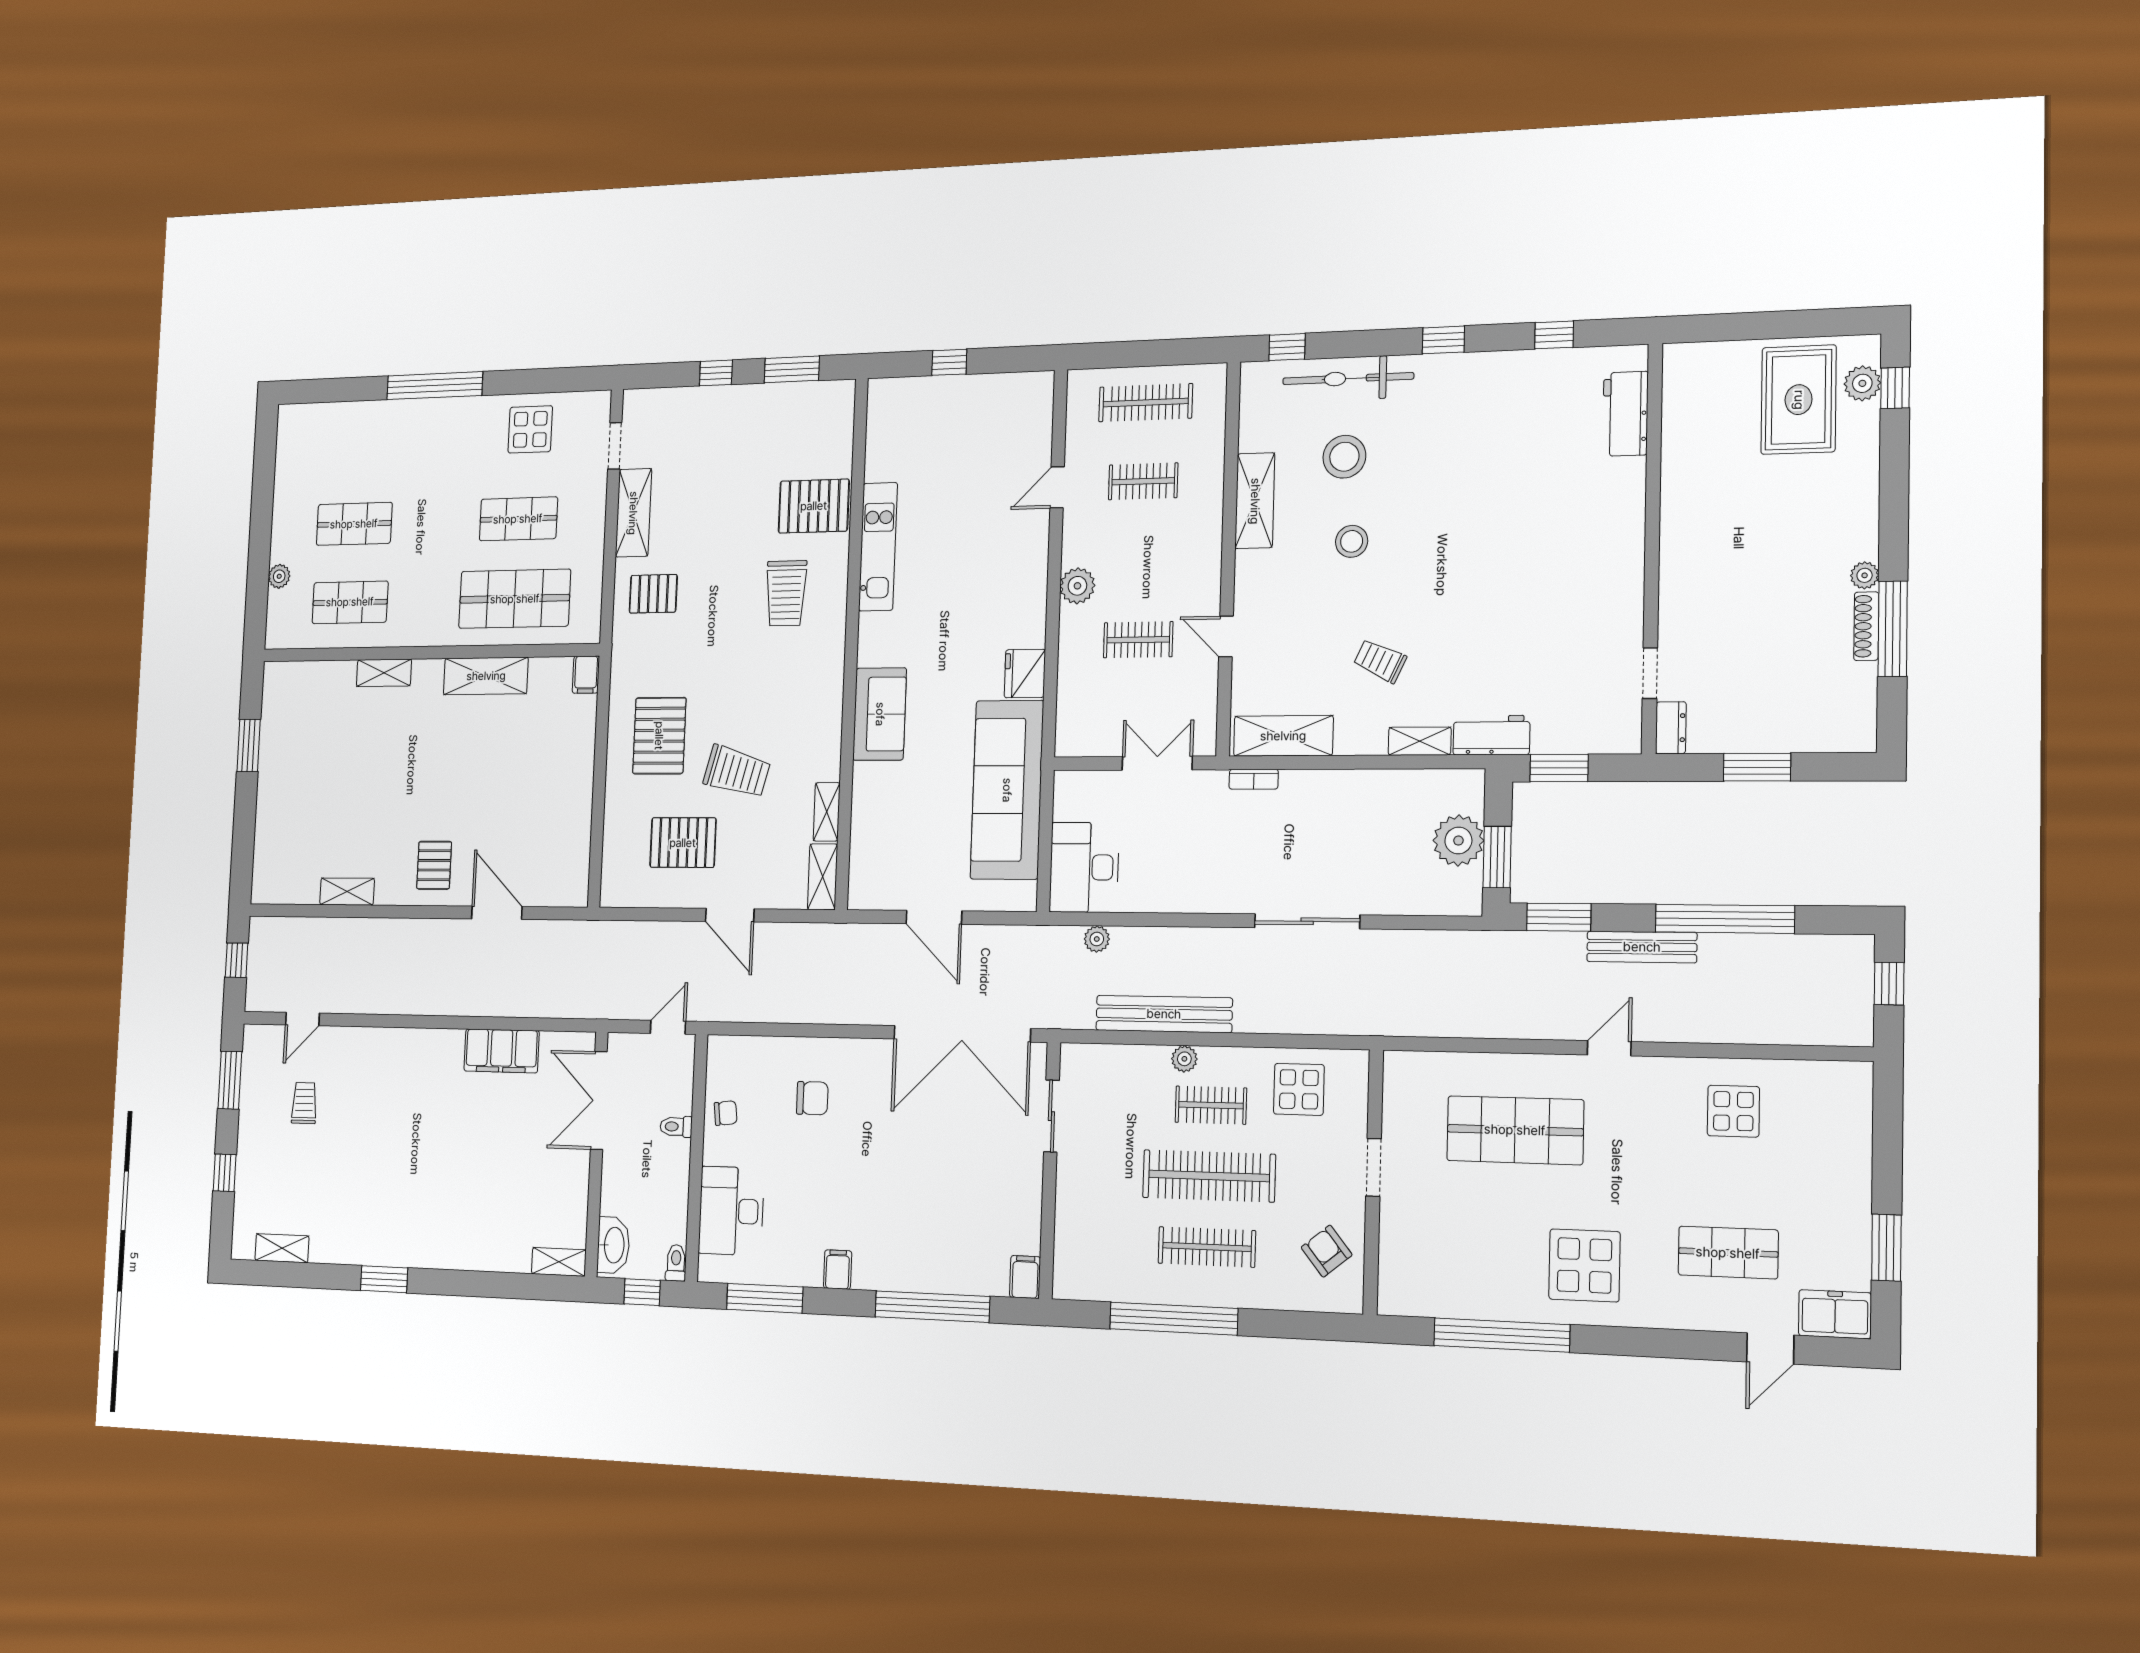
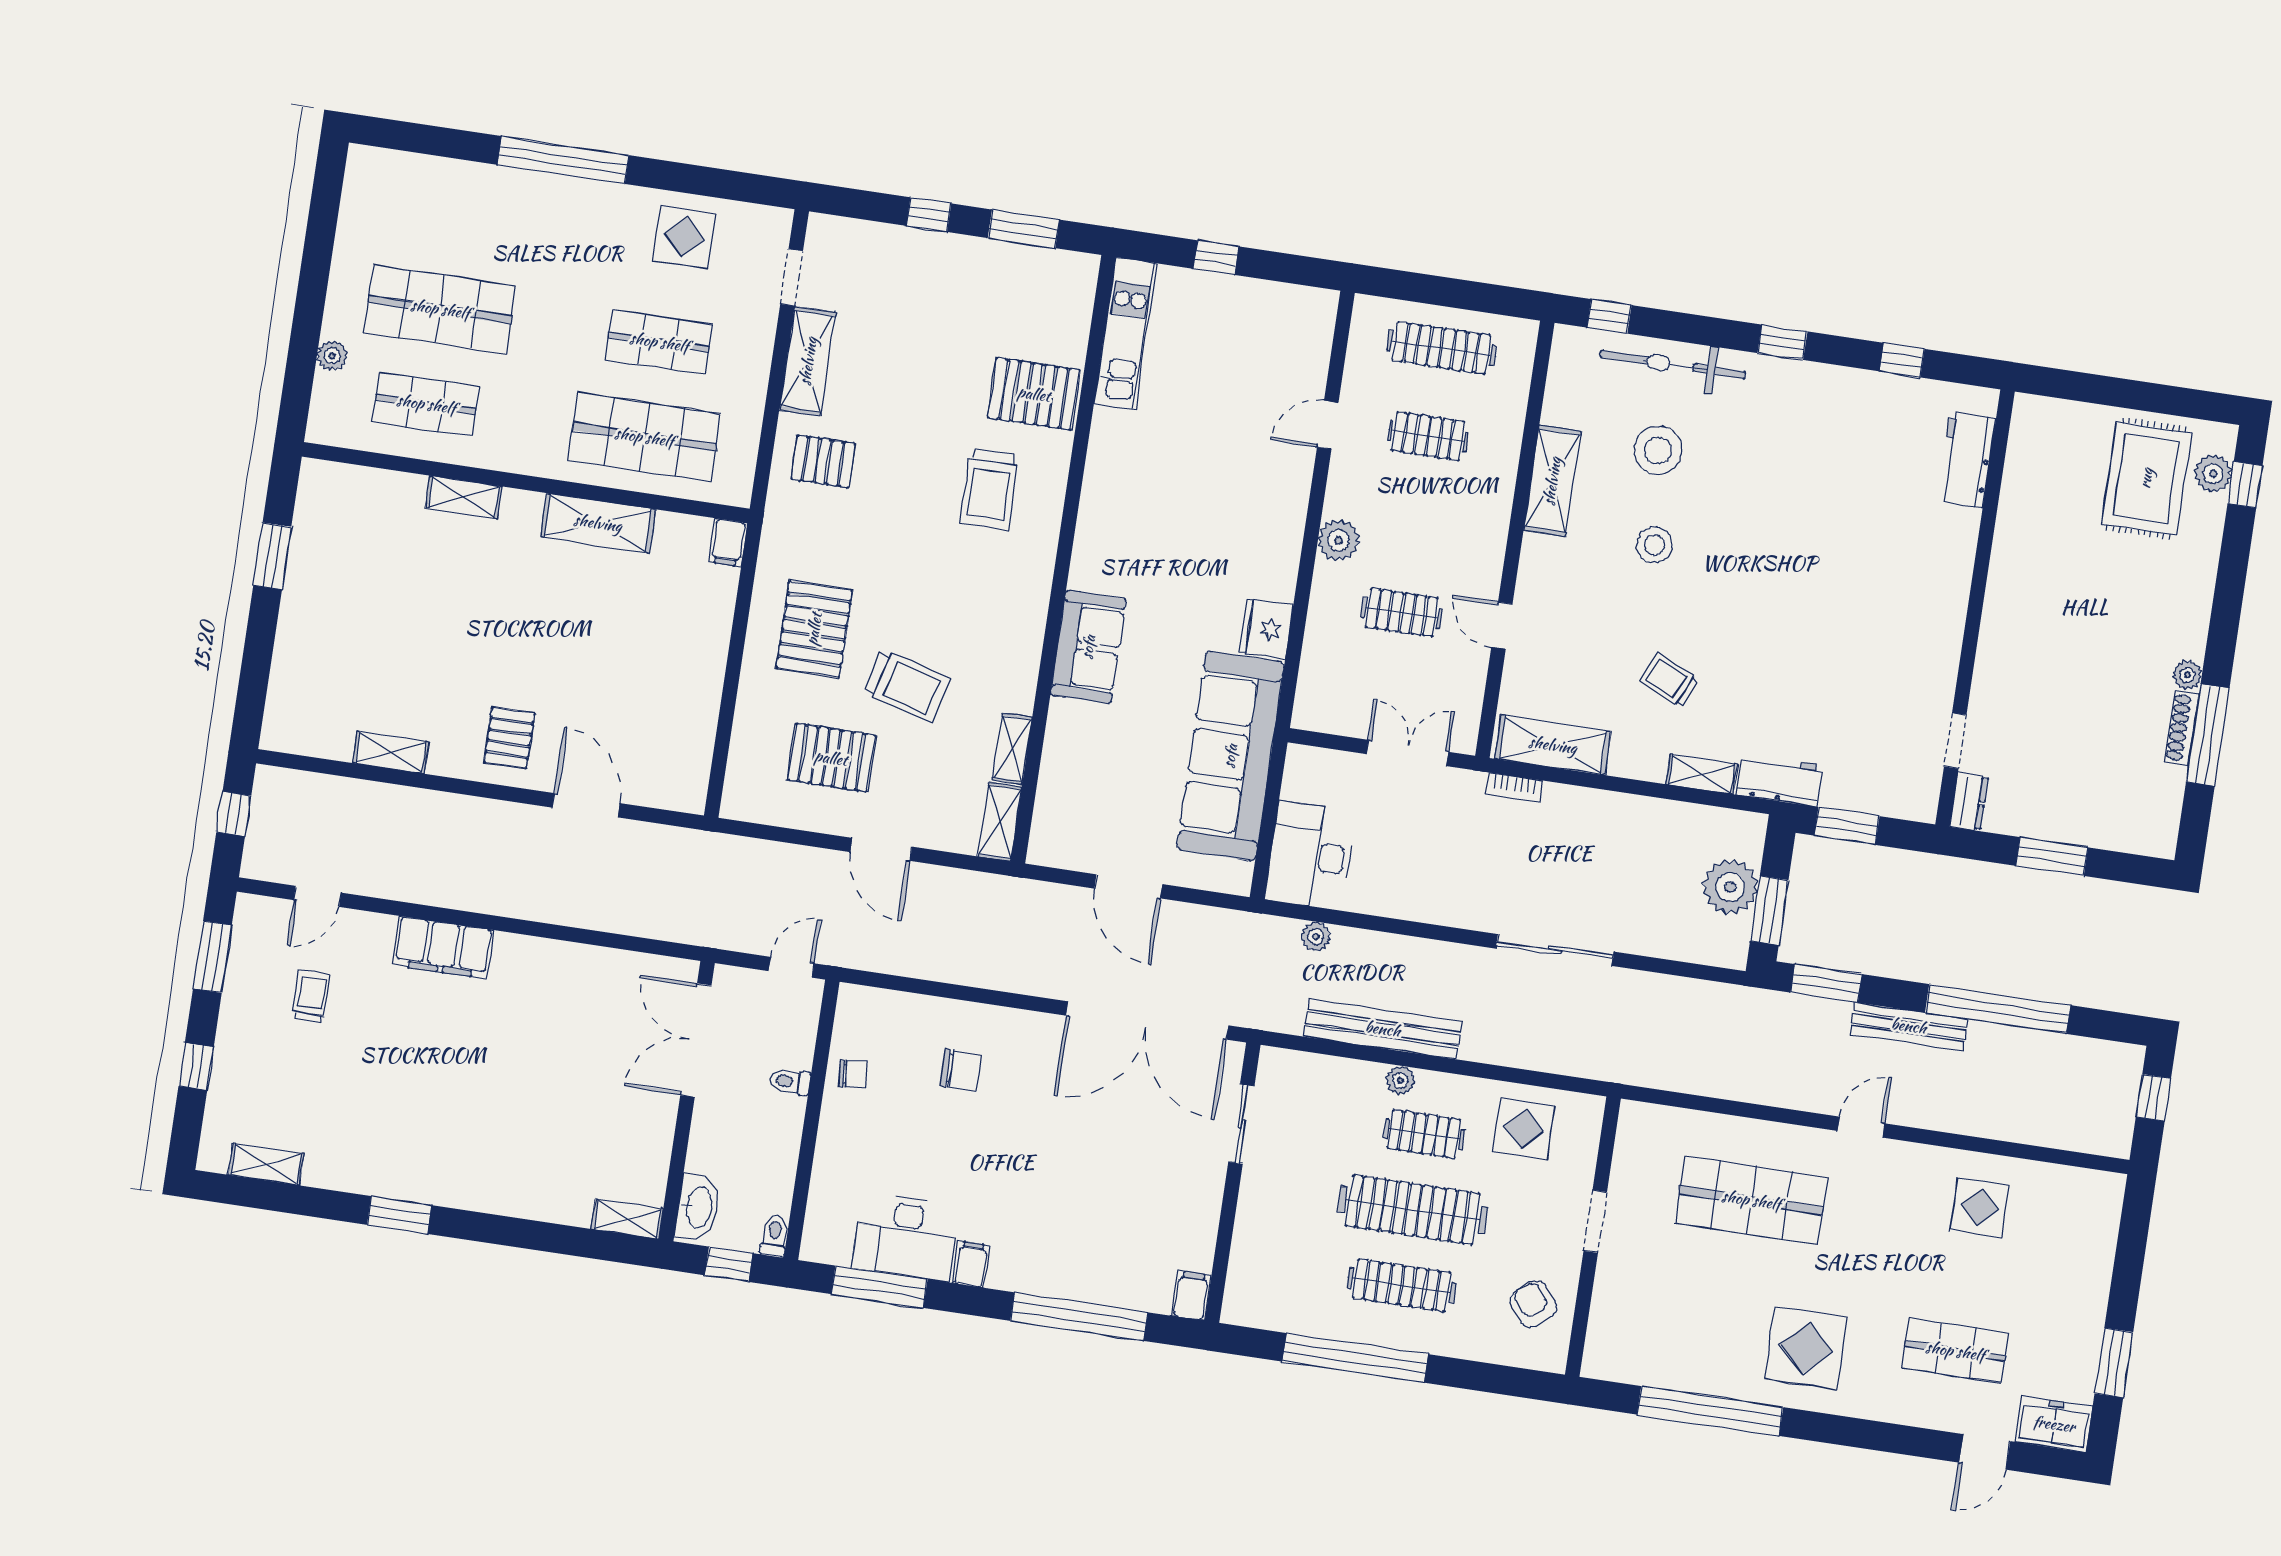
shop shelf: (354, 524) -> (440, 309), width x1.43, depth x1.36
kitchen unit: (878, 547) -> (1125, 333), moved
filing cabinet: (502, 1051) -> (443, 948), moved
desk: (731, 1211) -> (906, 1237), moved, turned -90

